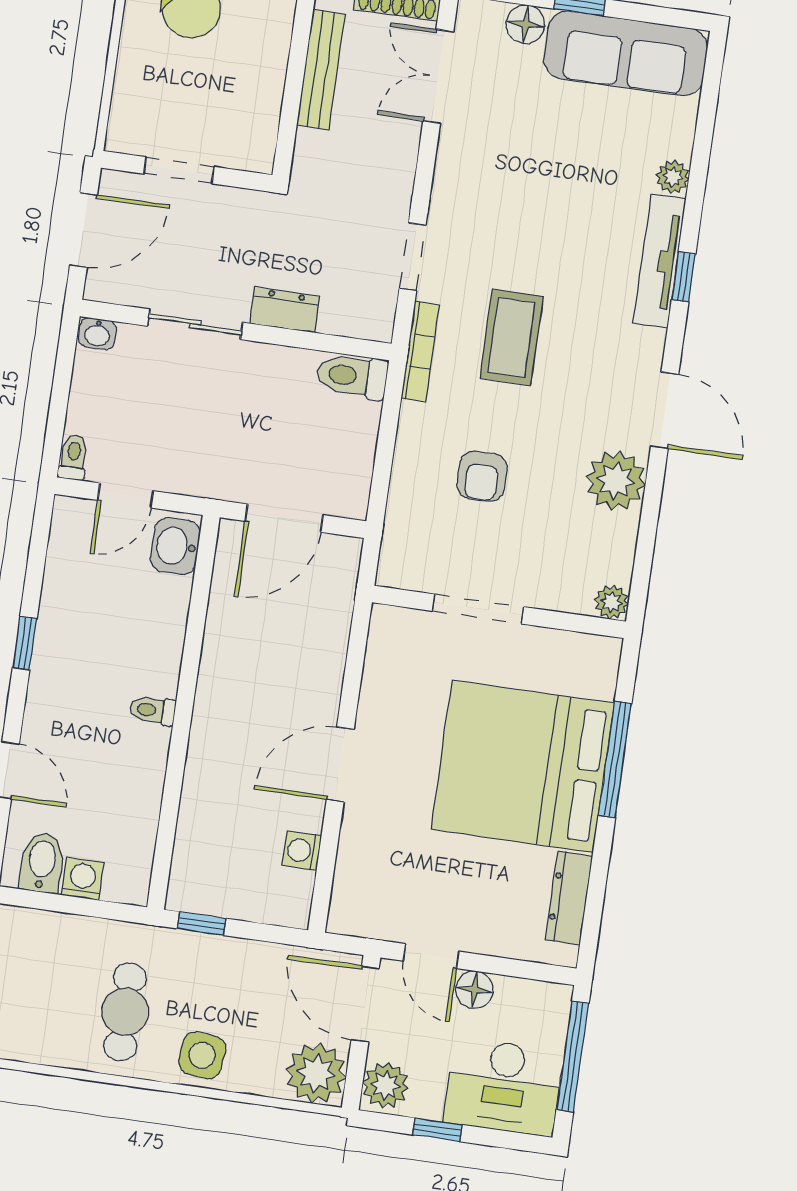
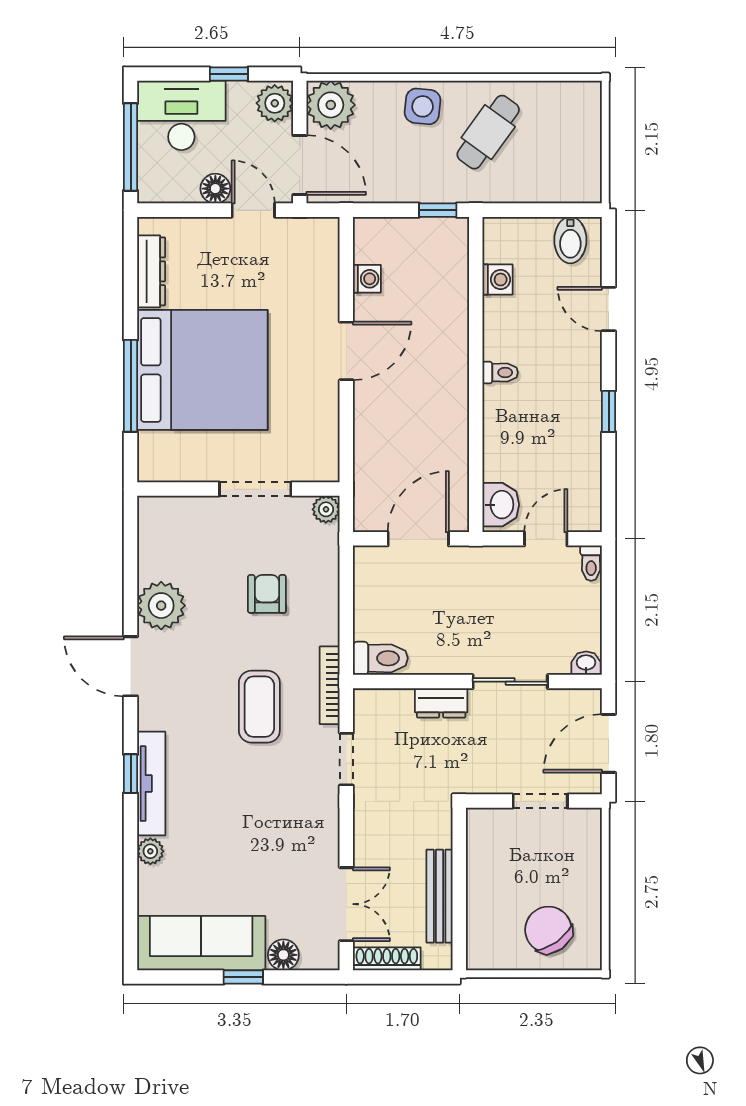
plant: (612, 602) -> (326, 509), moved
washing machine: (83, 879) -> (498, 280), moved, turned -90
cafe table: (125, 1012) -> (488, 132), turned 36

